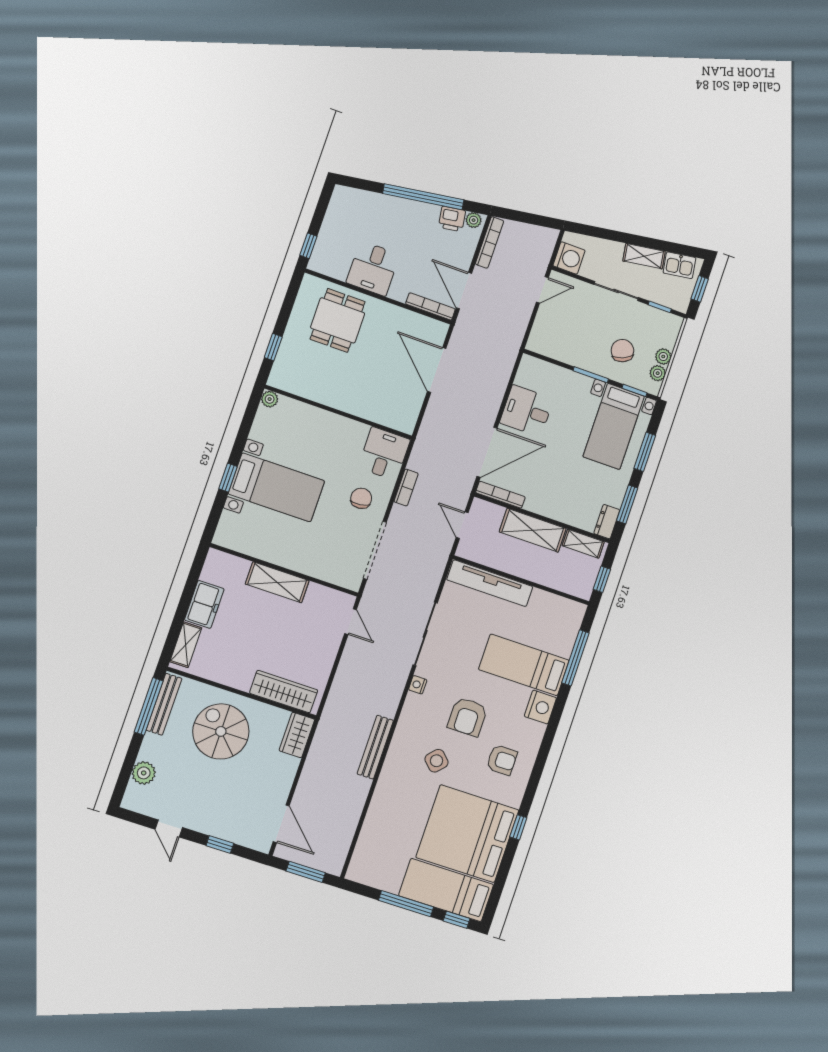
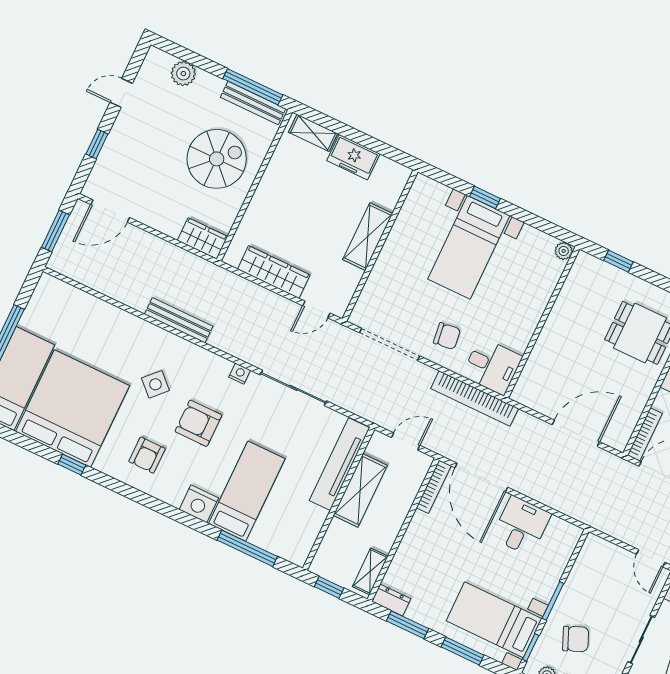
bookcase: (406, 487) -> (475, 398), width x2.31, depth x1.31
shelving: (533, 530) -> (360, 490), moved
wardrobe: (284, 692) -> (274, 272), moved, turned -90

